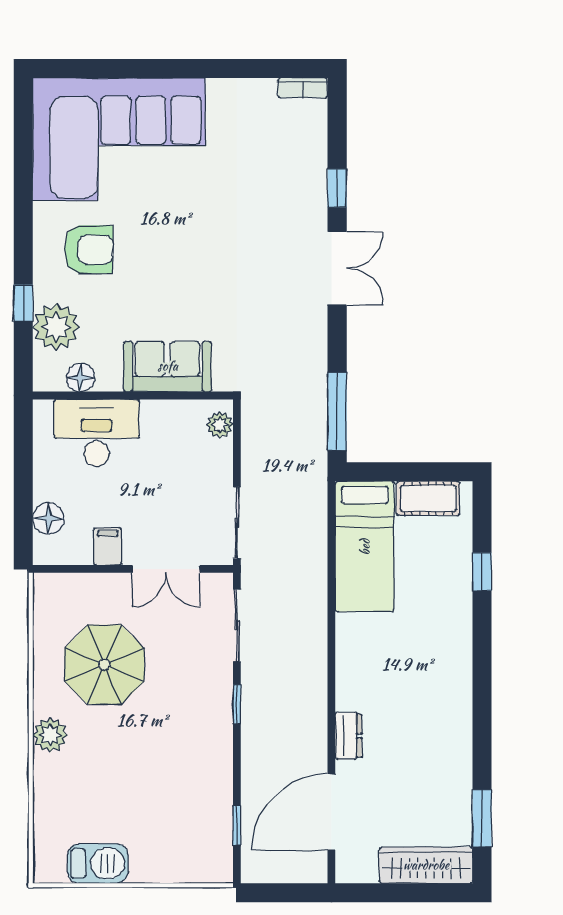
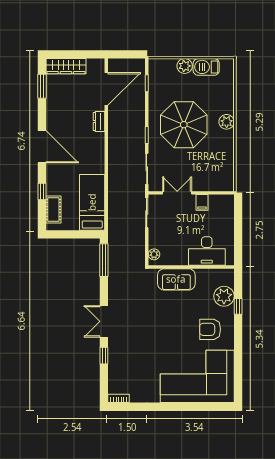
floor lamp: (81, 378) -> (214, 275), removed
cot: (428, 498) -> (53, 210), moved, turned 90
floor lamp: (48, 519) -> (227, 214), removed
parasol: (104, 665) -> (184, 125), moved, width x1.36, depth x1.36
door: (482, 677) -> (42, 147), added
plant: (148, 866) -> (185, 66), added

